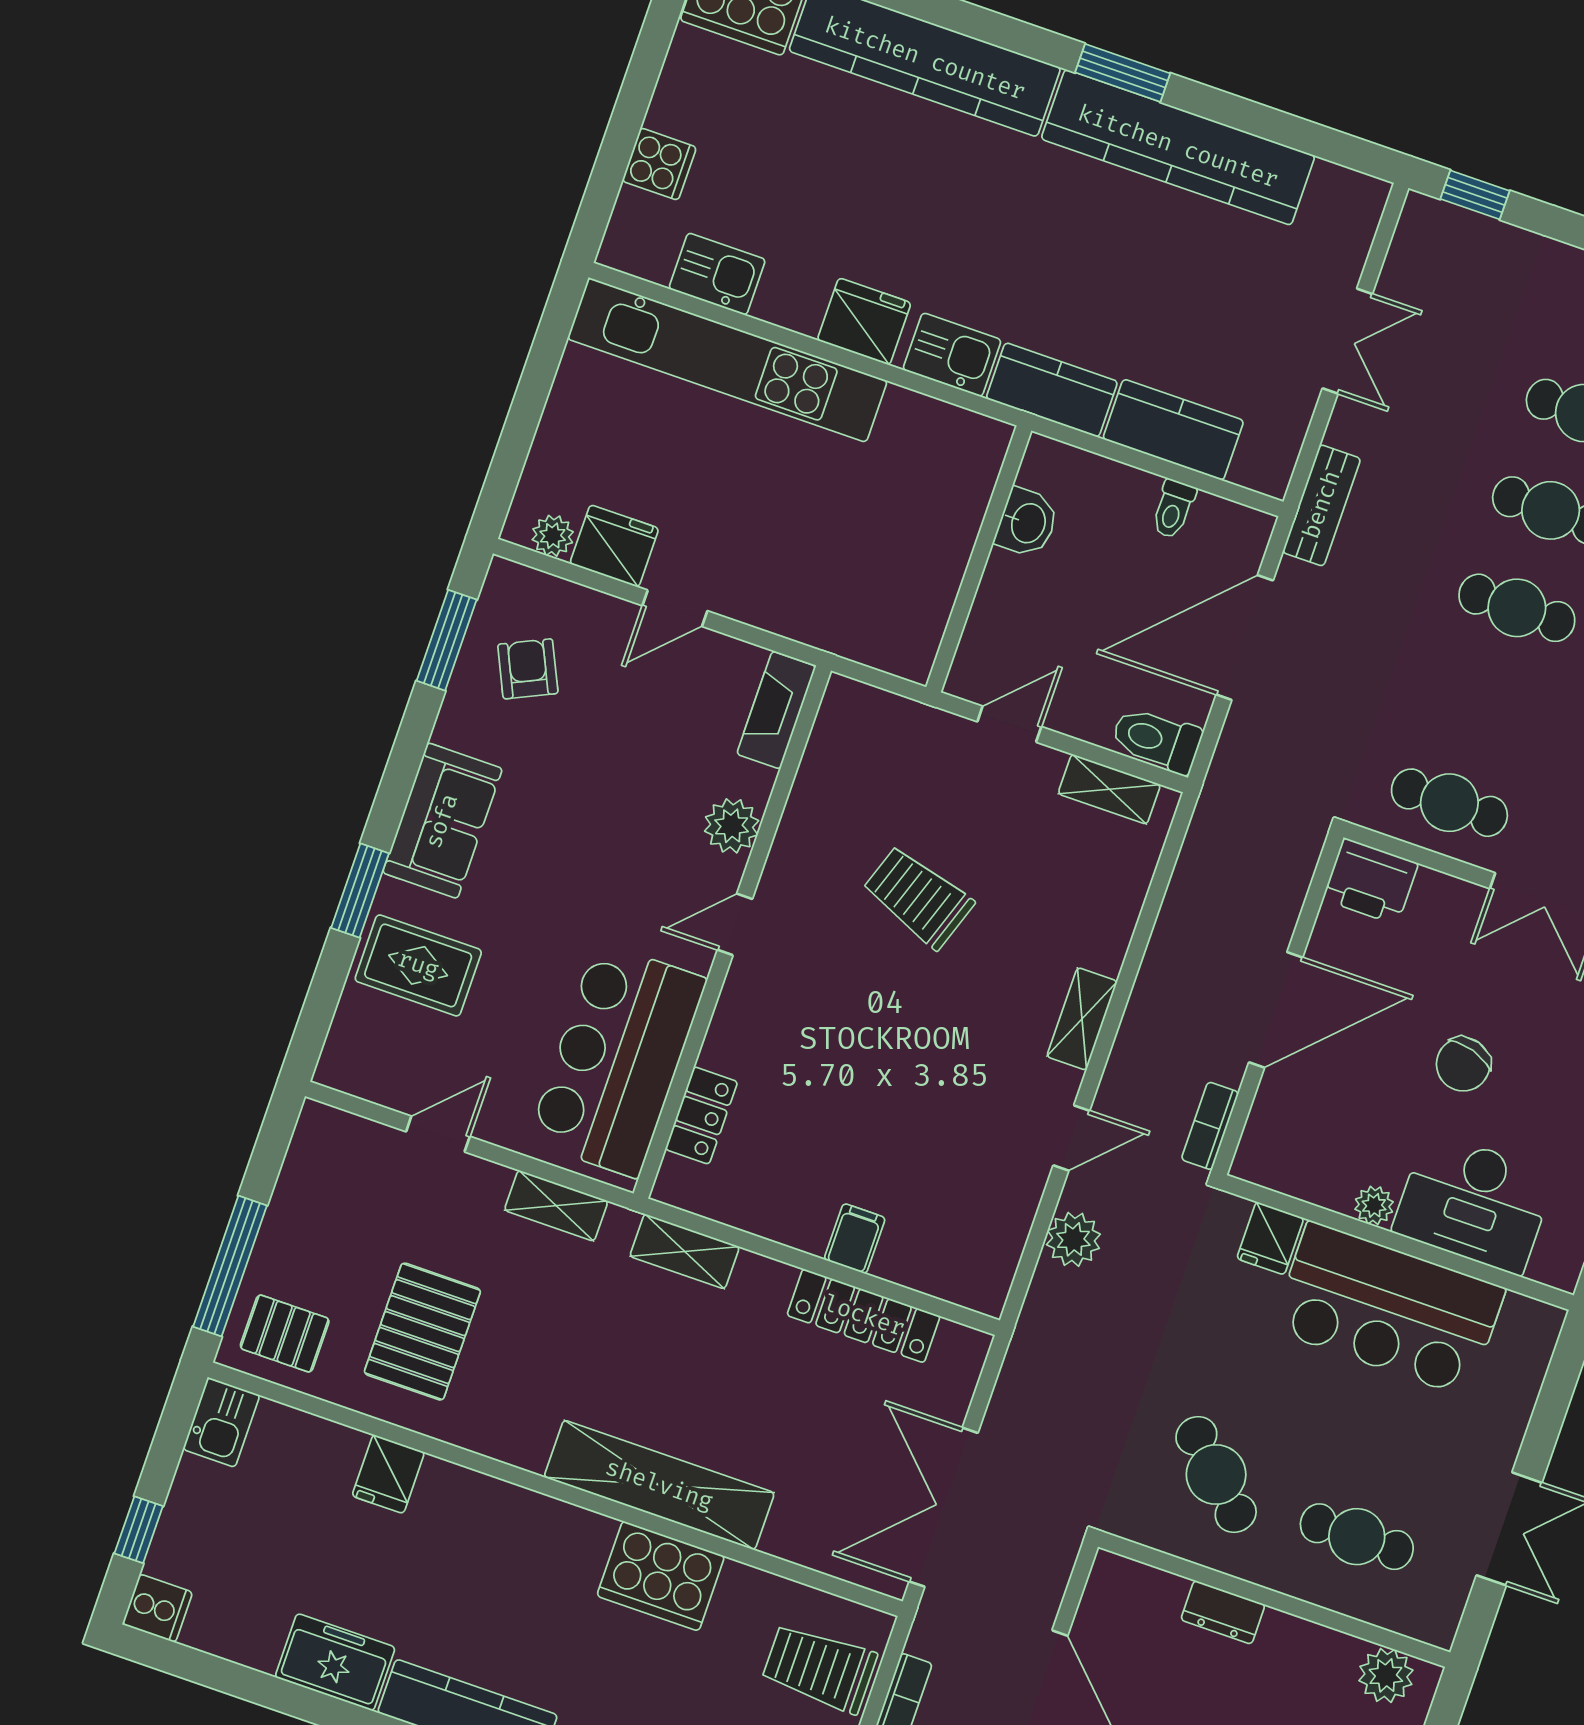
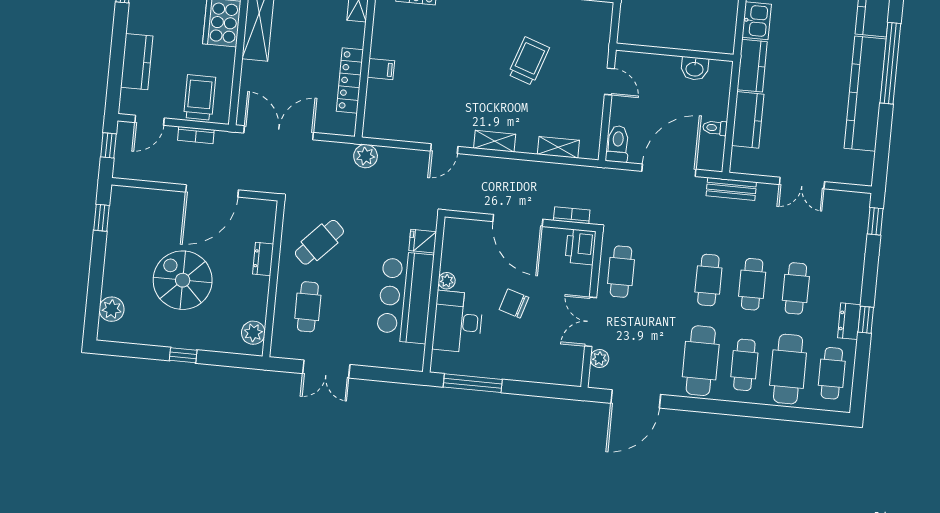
window: (1123, 73) -> (890, 63), width x2.11
door: (1245, 638) -> (669, 170), hinge flipped
shelving: (1109, 789) -> (558, 147), moved, turned 90
bookcase: (1210, 1126) -> (572, 215), moved
door: (1071, 1138) -> (444, 149), hinge flipped
plant: (1073, 1239) -> (366, 156), moved

